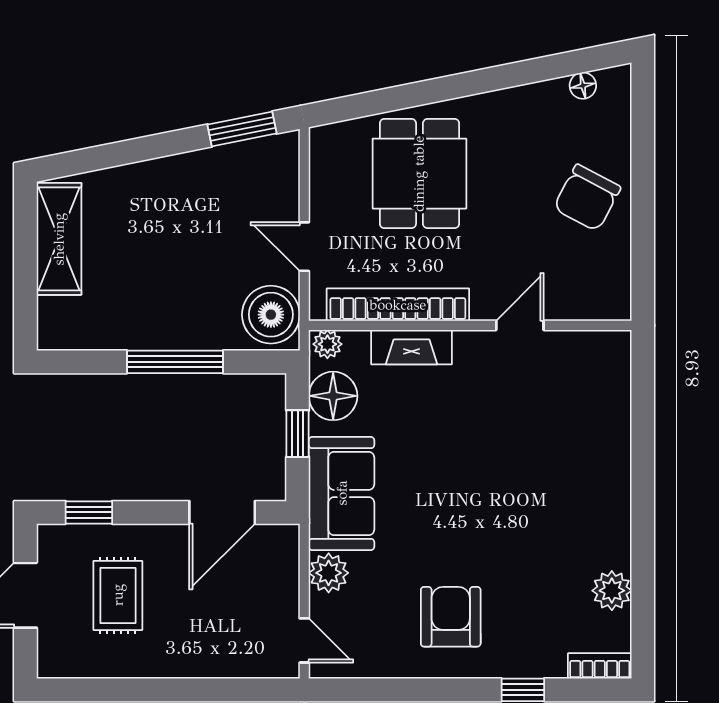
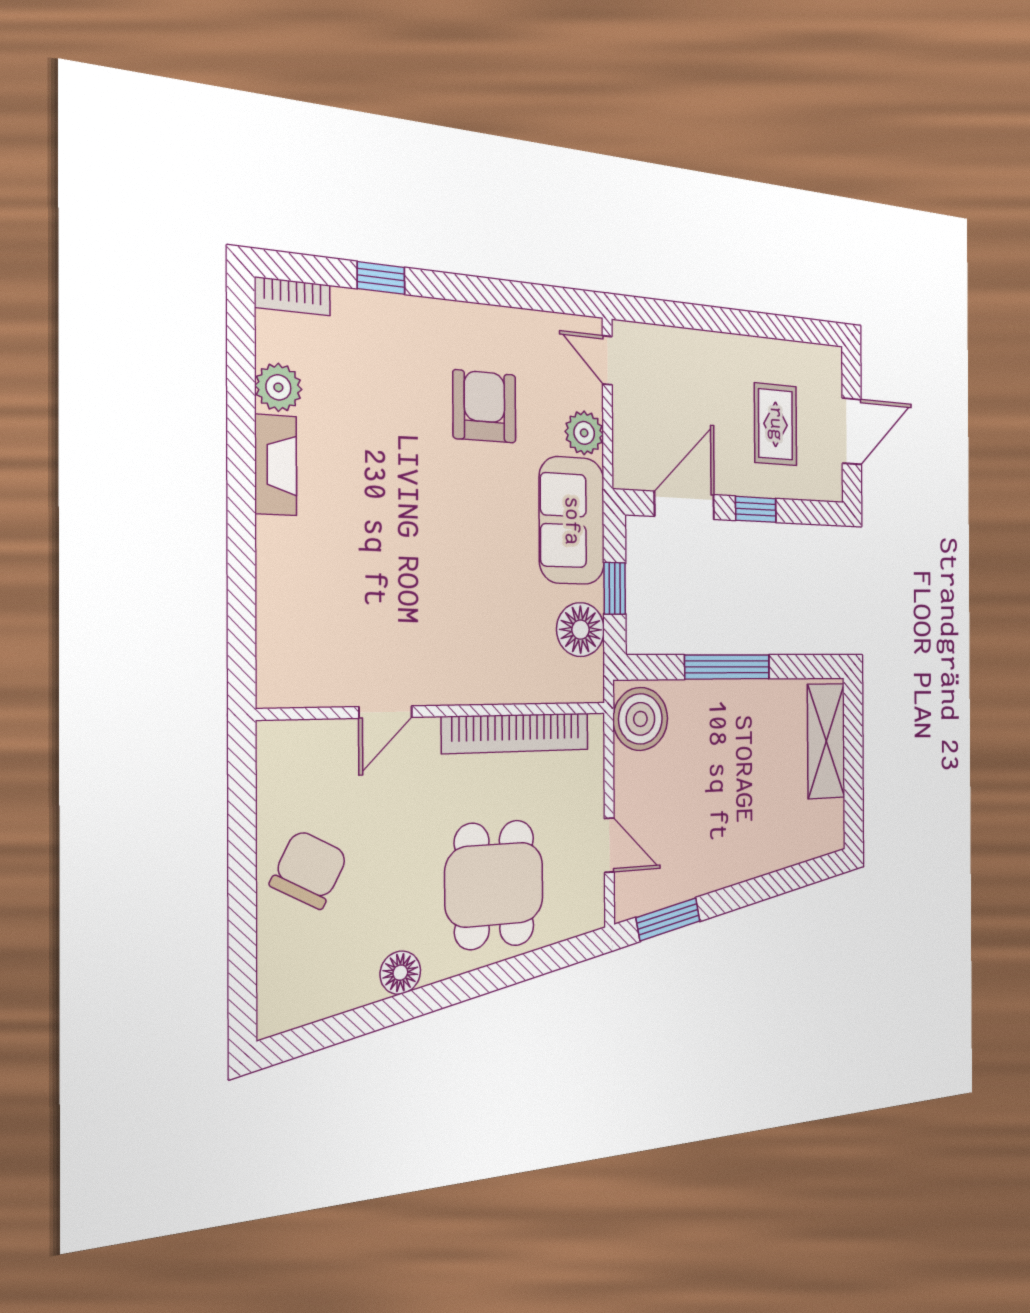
floor lamp: (583, 86) -> (400, 973), moved, width x1.37, depth x1.37
shelving: (59, 239) -> (826, 741), moved
door: (304, 247) -> (609, 845), moved
plant: (327, 344) -> (586, 687), removed
fireplace: (411, 347) -> (276, 465), moved, turned 90
window: (89, 512) -> (756, 509), moved
armchair: (451, 617) -> (484, 406), moved, turned 180

